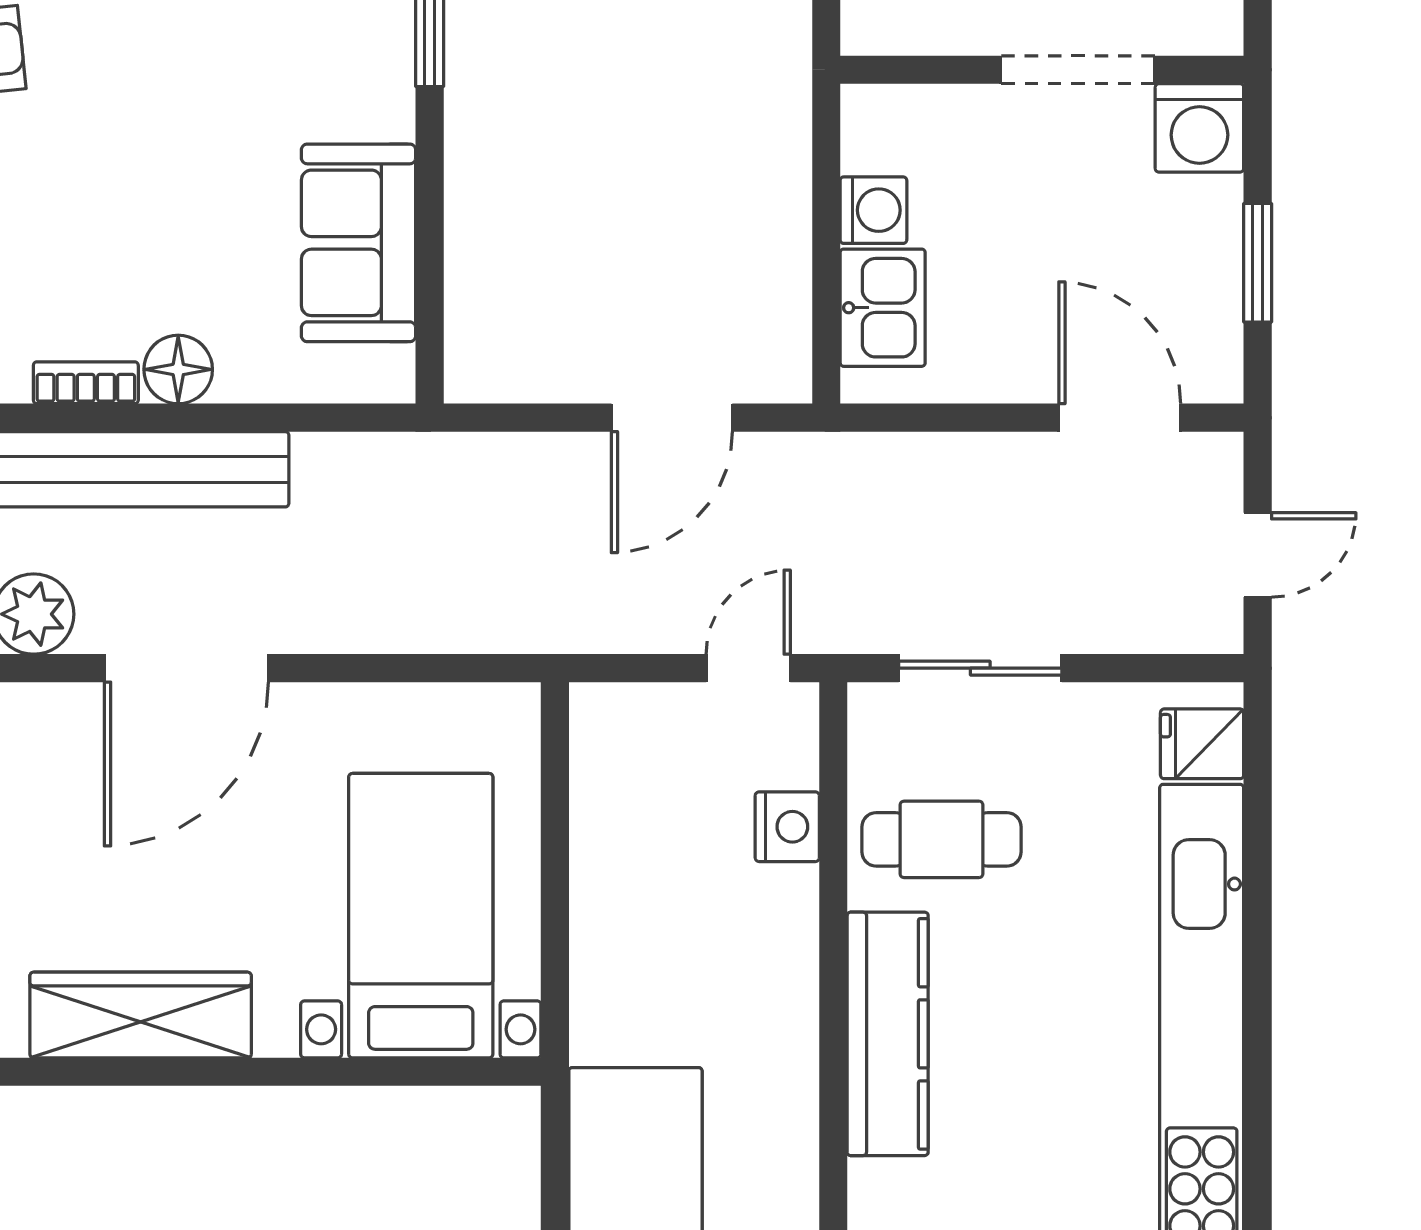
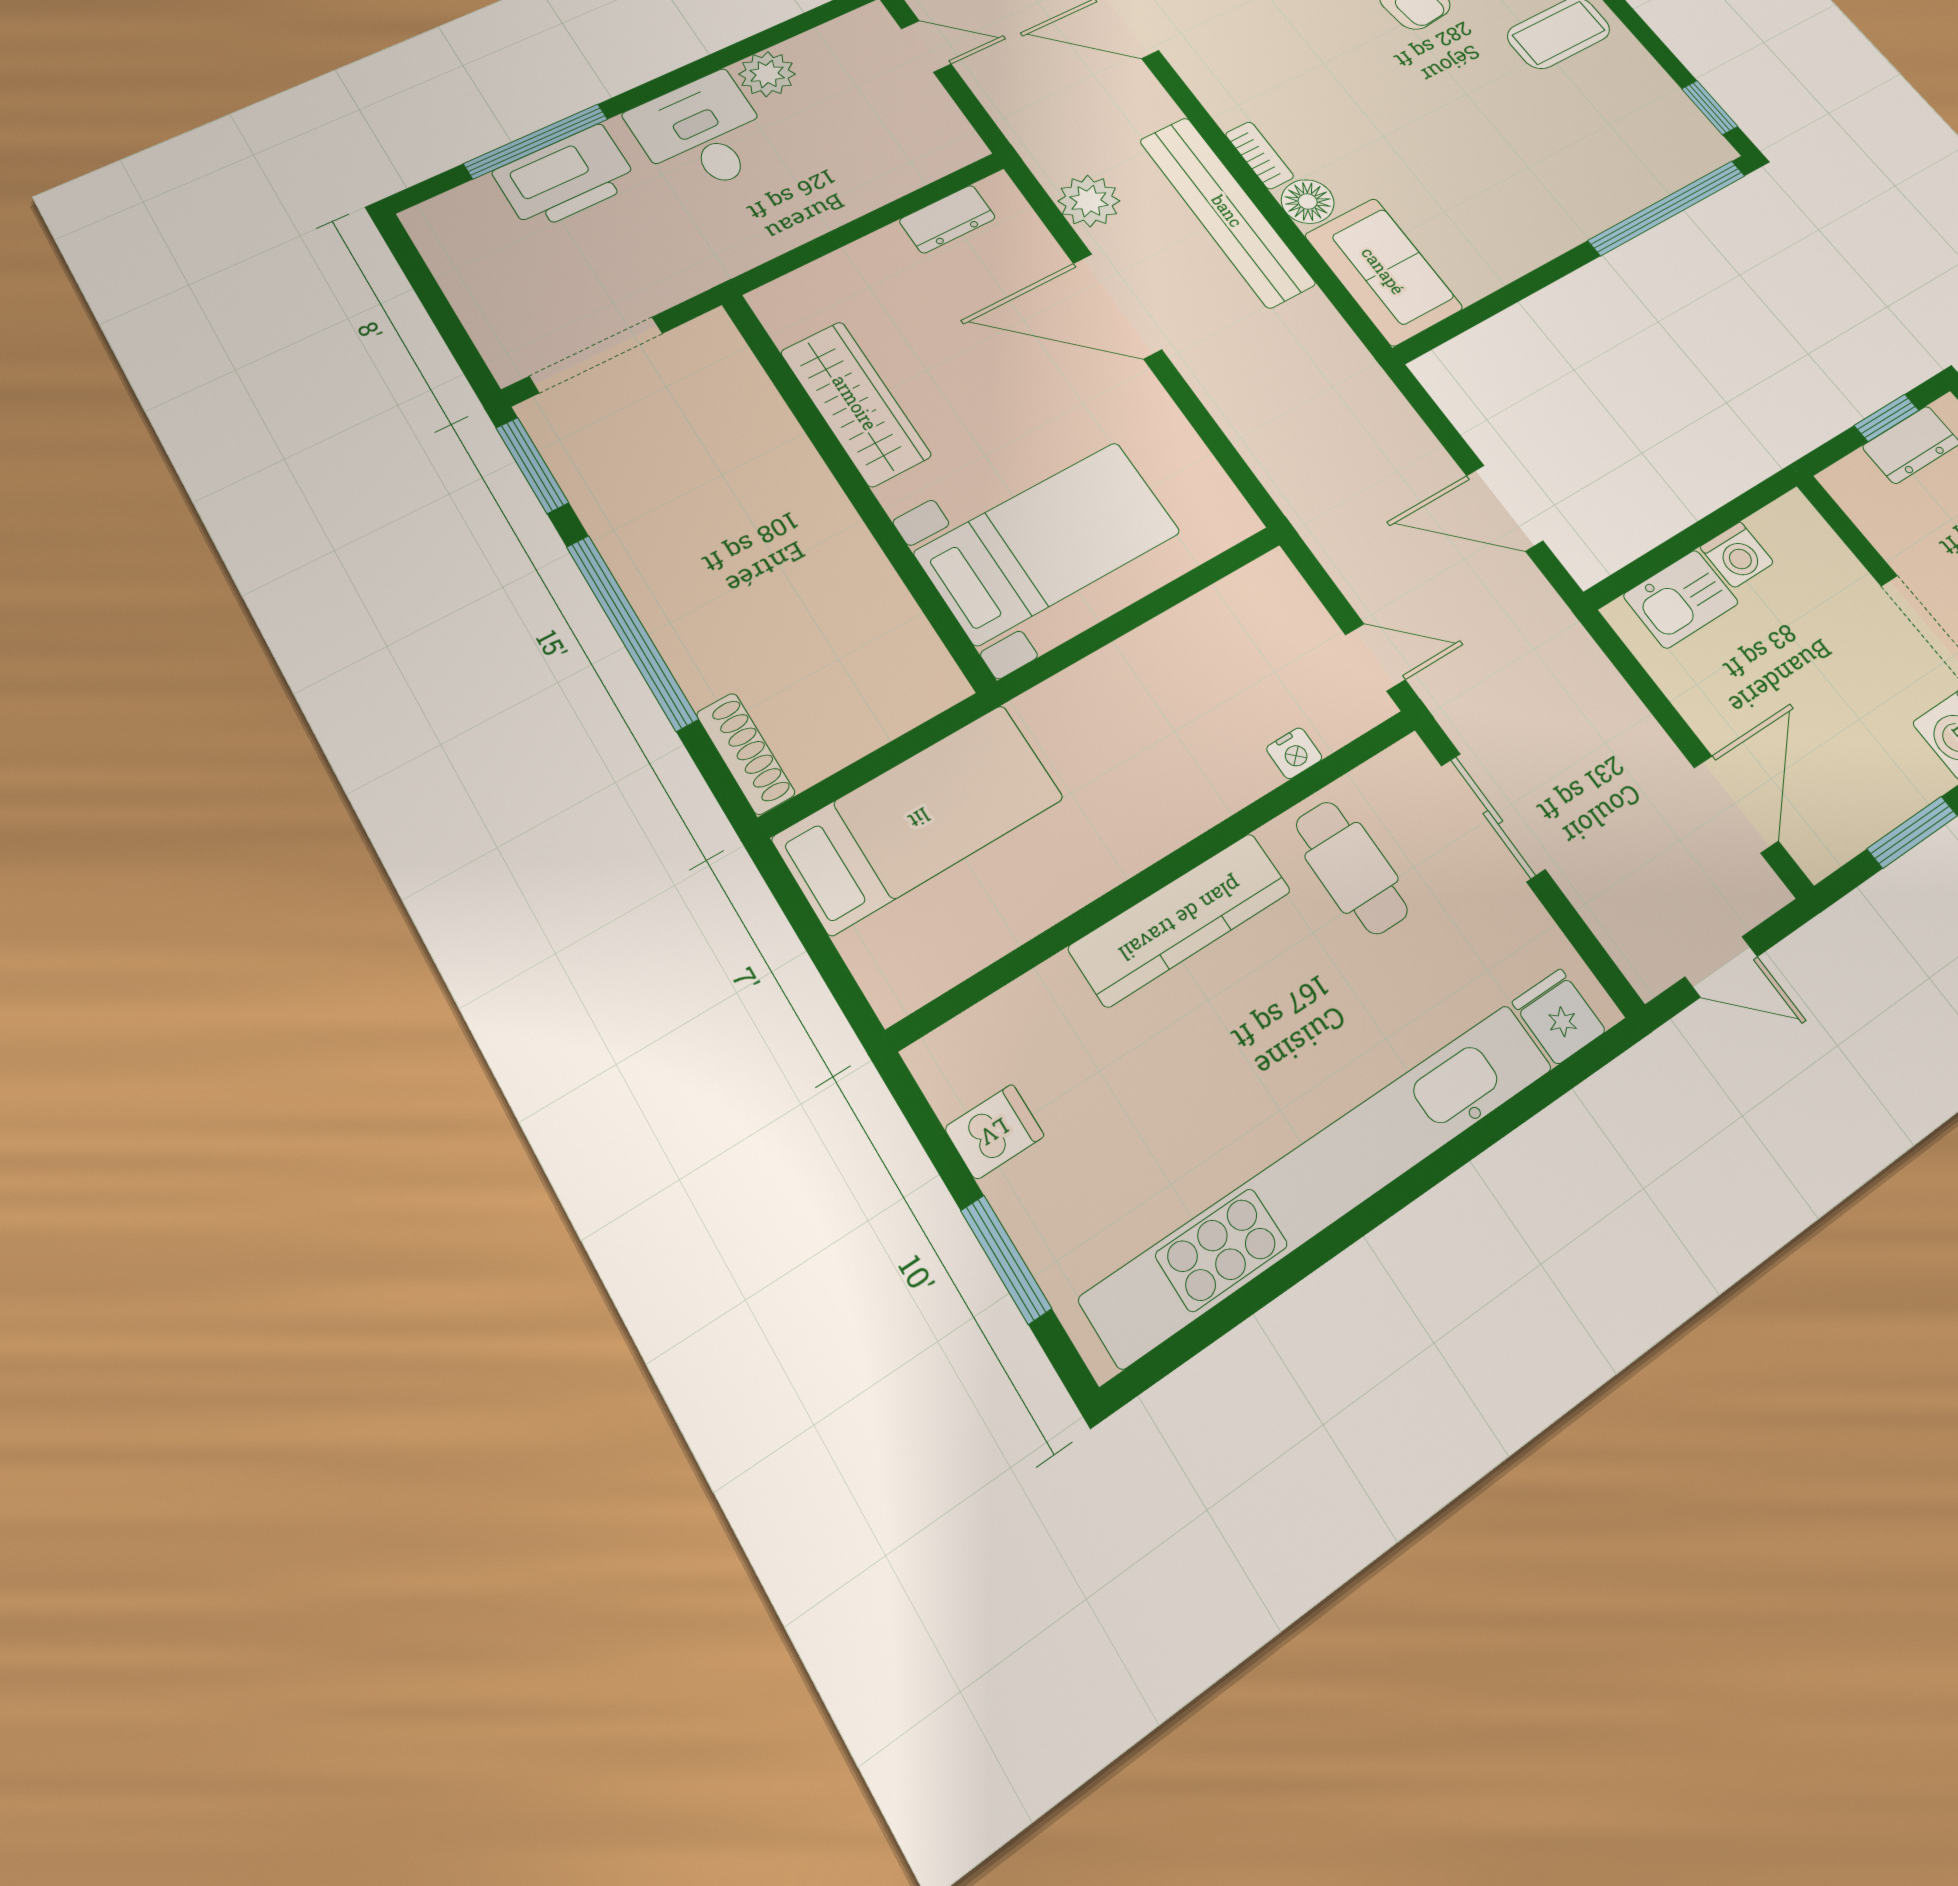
sofa: (359, 243) -> (1383, 271), moved, turned 90
nightstand: (787, 827) -> (1294, 753), width x0.72, depth x0.74

